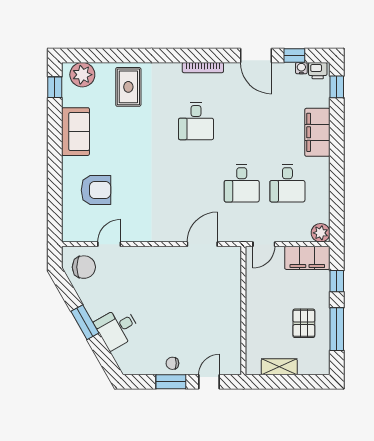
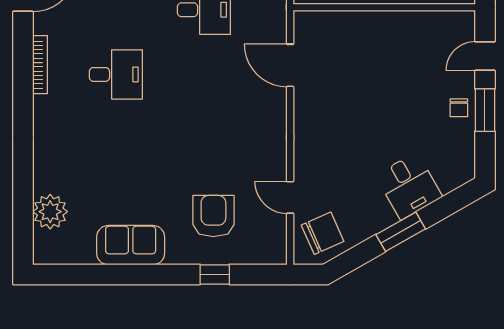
plant: (82, 75) -> (50, 212), moved
window: (55, 87) -> (215, 274), moved
rug: (128, 87) -> (67, 170), removed
chair: (84, 267) -> (323, 233), turned 66
door: (209, 382) -> (485, 56), hinge flipped

